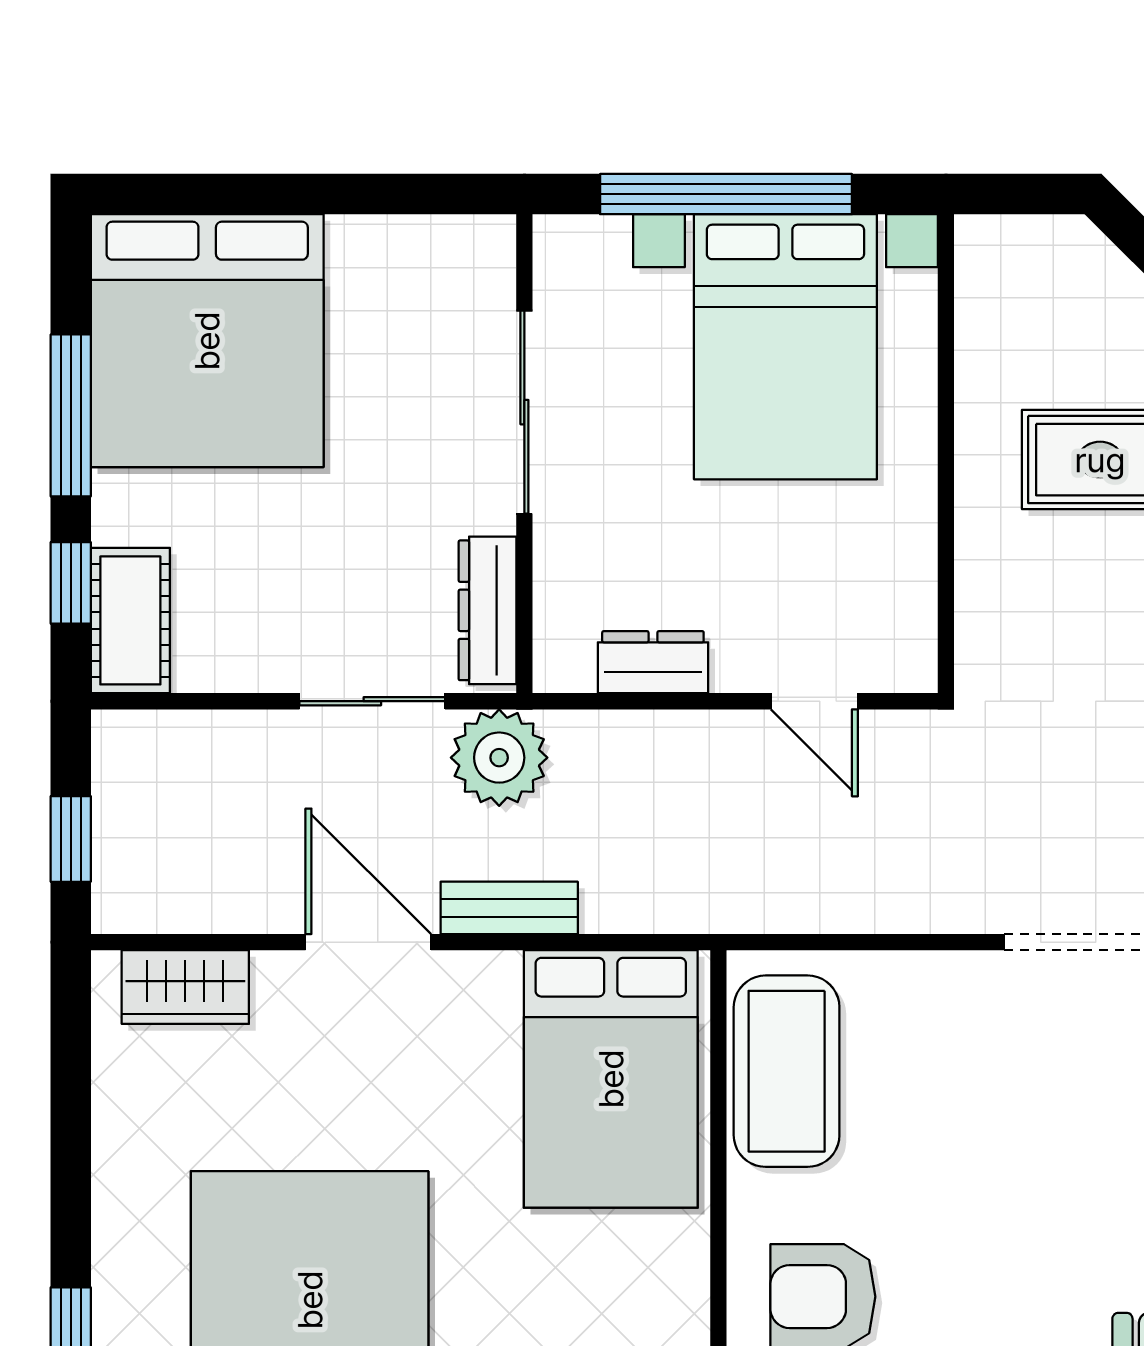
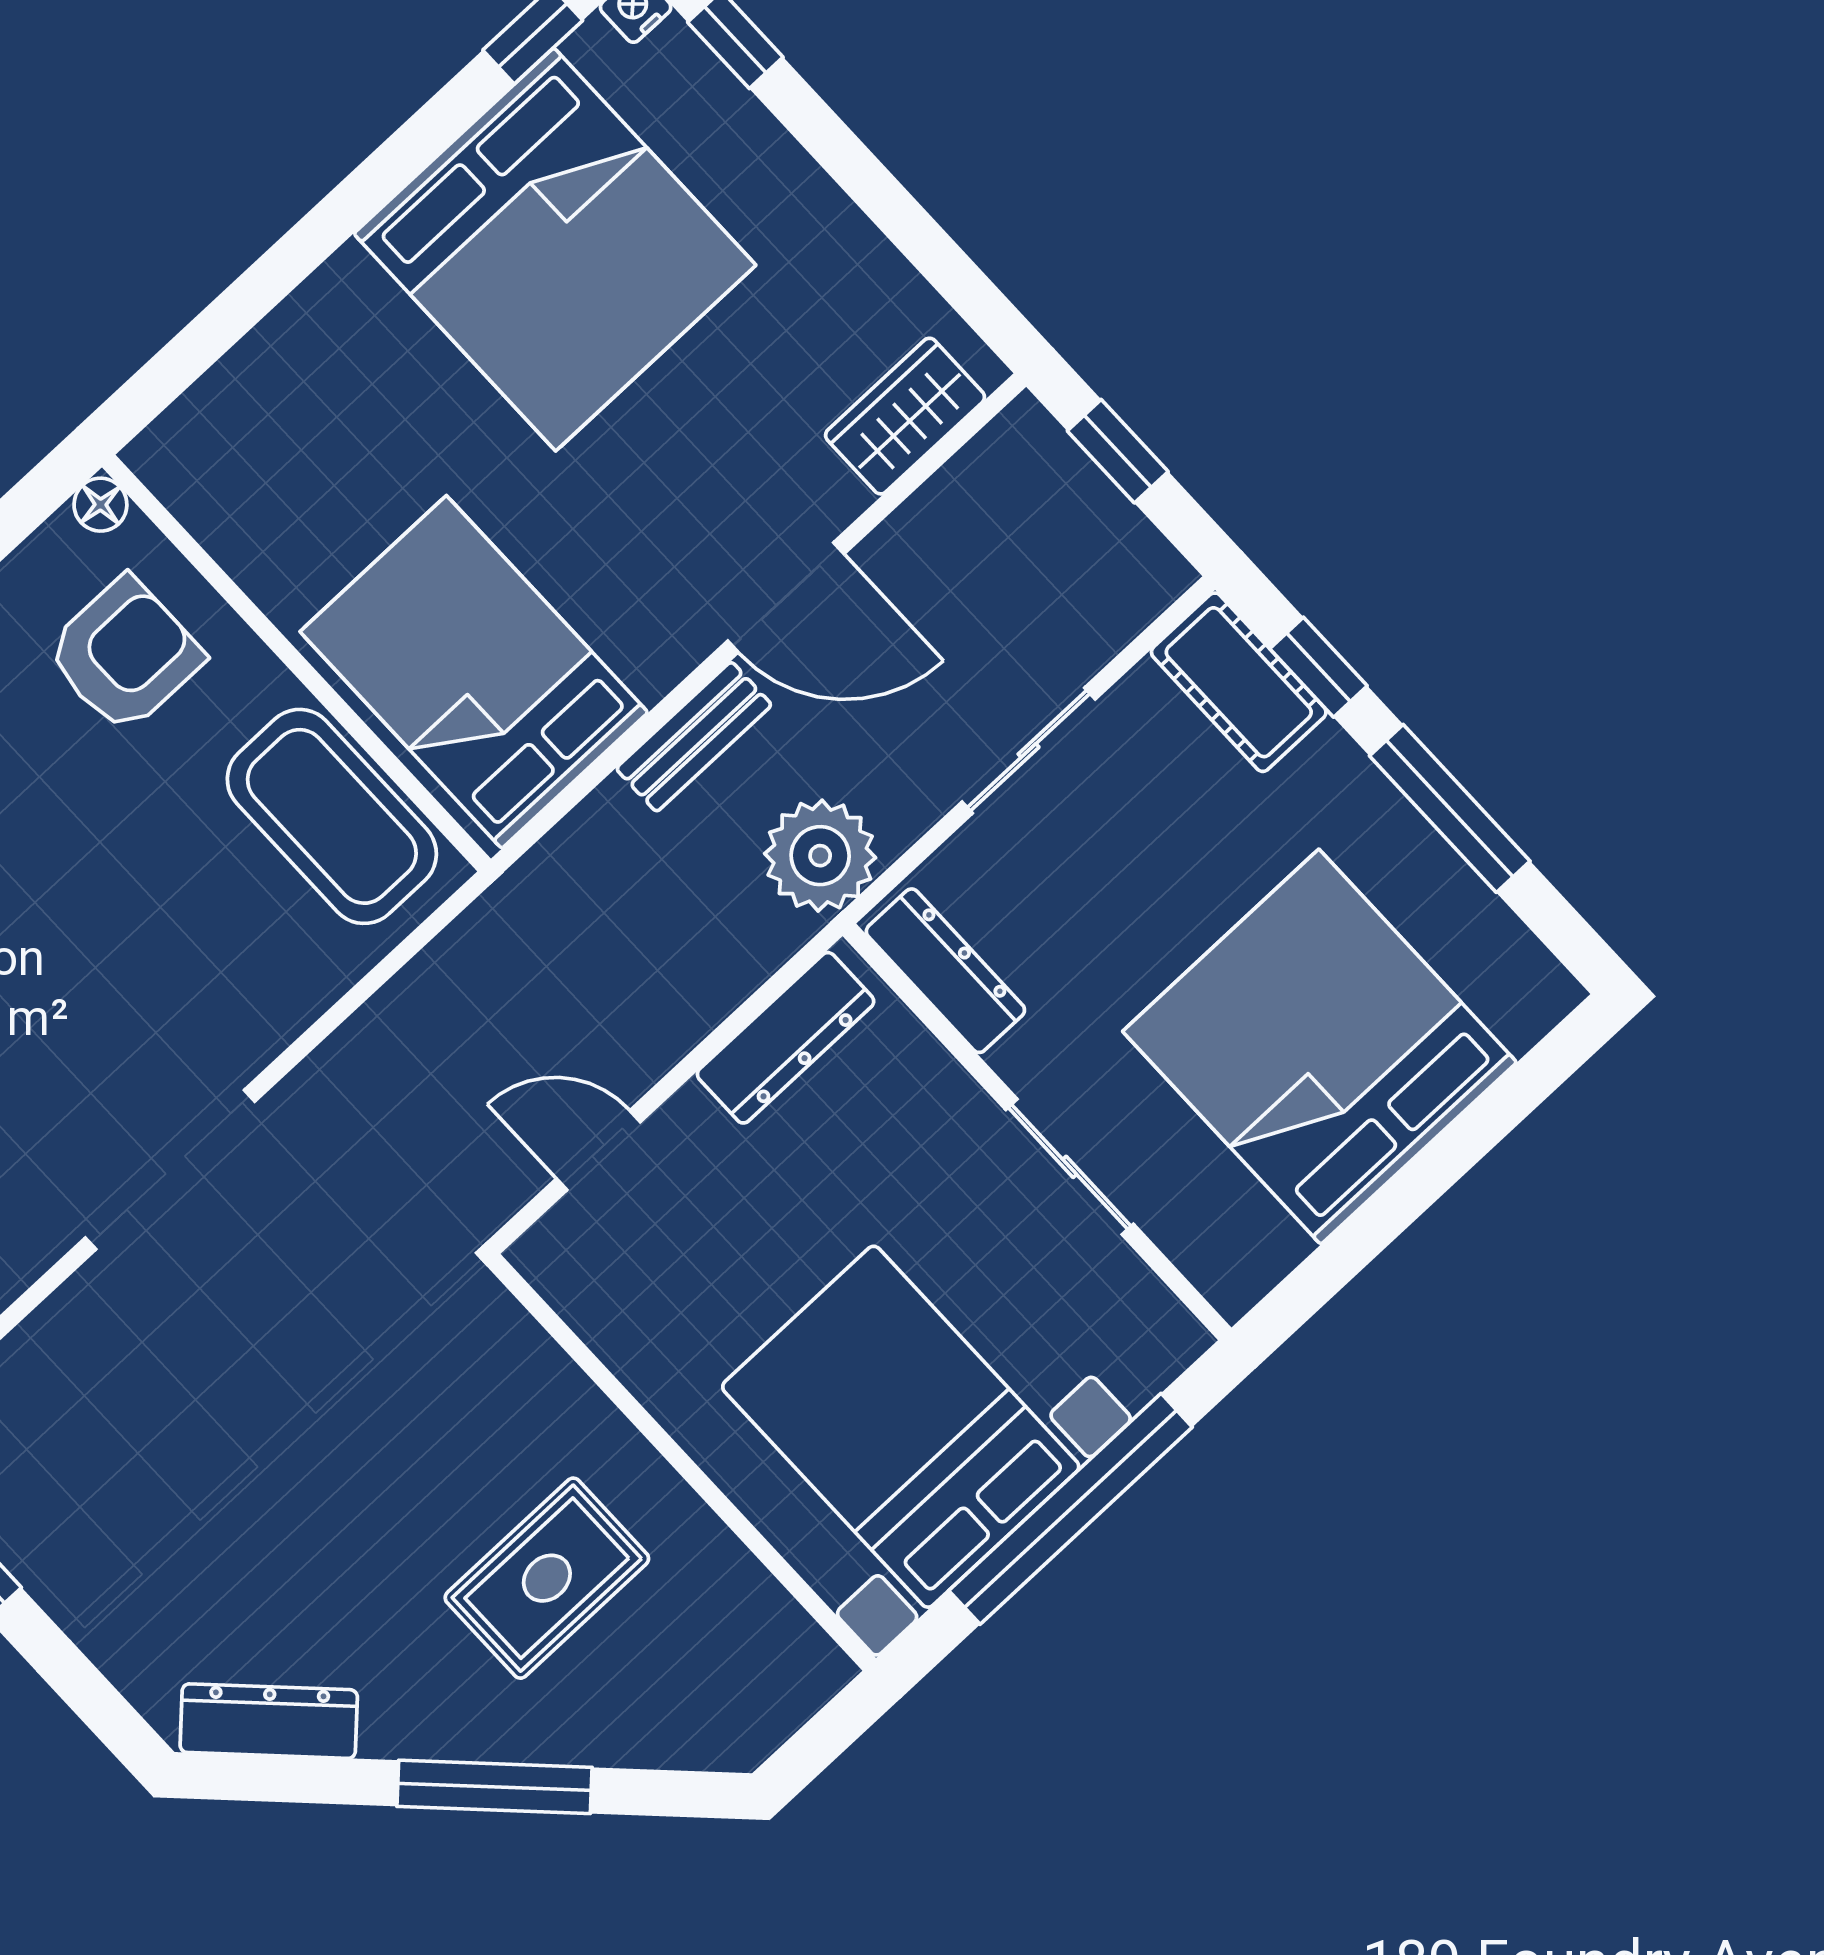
bed: (207, 341) -> (1320, 1047), moved
sliding door: (524, 412) -> (1070, 1167), width x0.73
dresser: (653, 662) -> (786, 1038), width x1.44
sliding door: (372, 701) -> (1029, 751), moved

